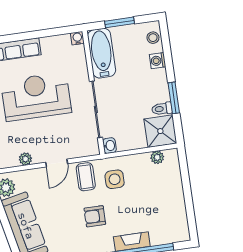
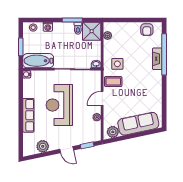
door: (57, 163) -> (102, 98), swing flipped
armchair: (95, 216) -> (147, 30), moved

